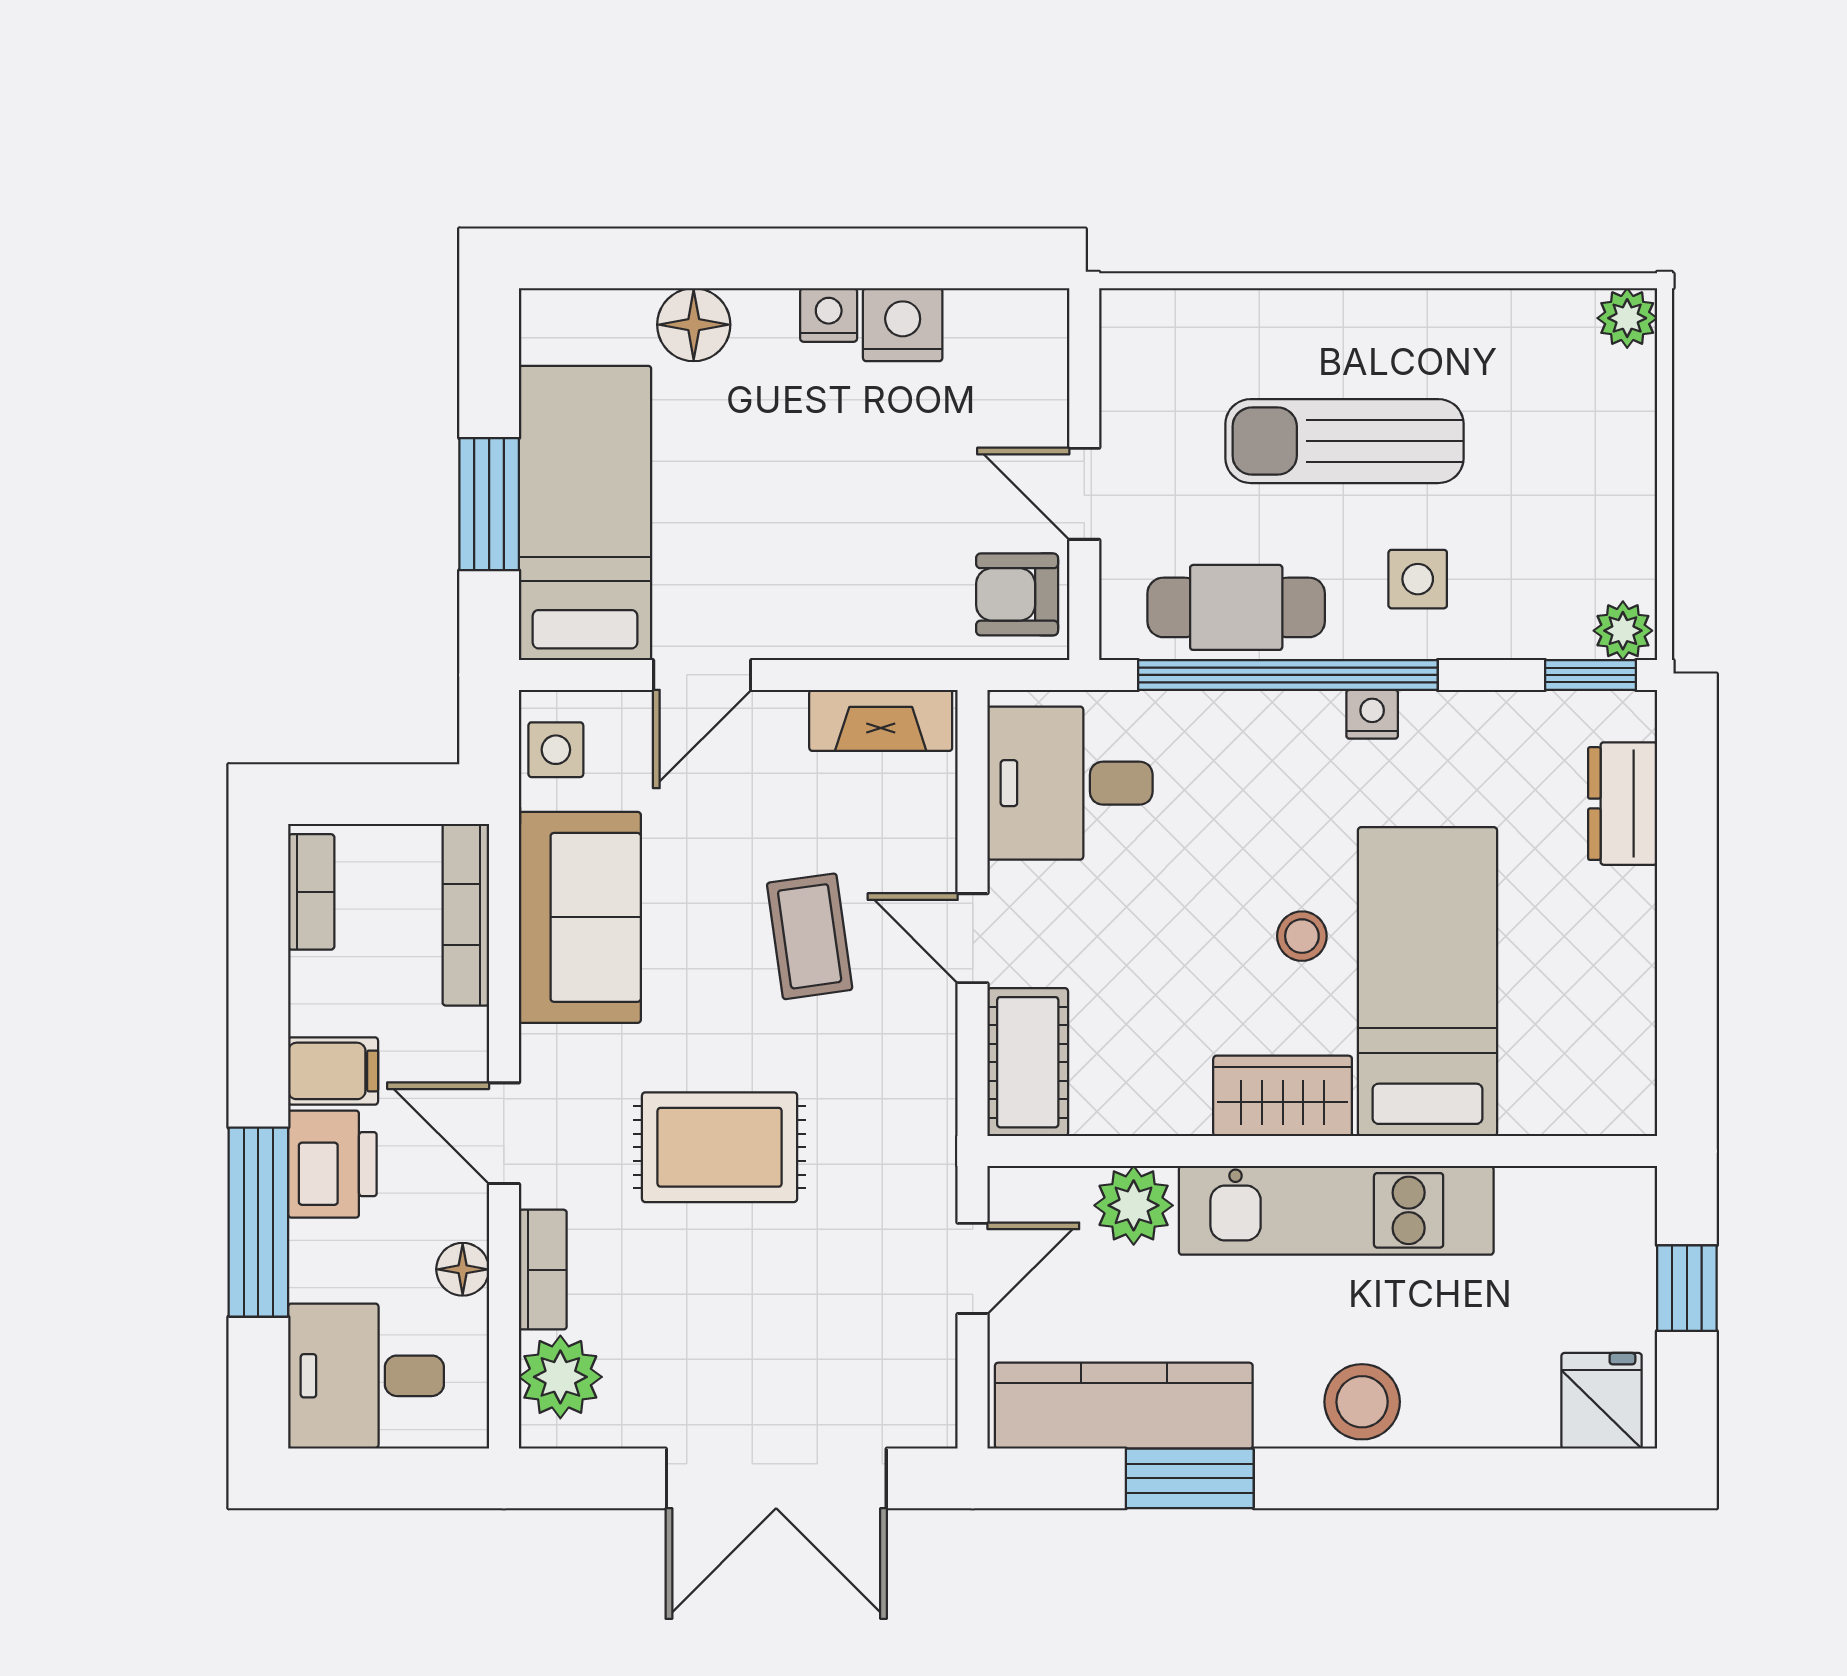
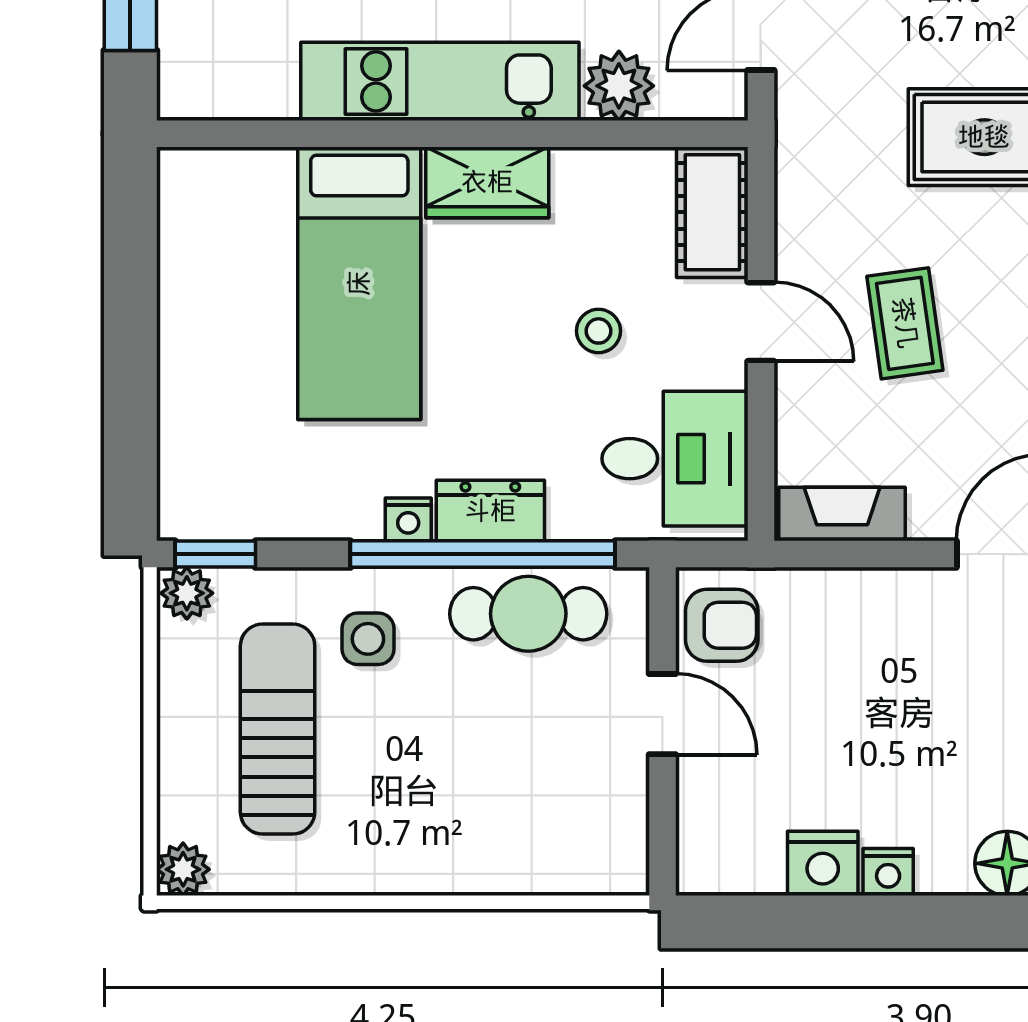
sun lounger: (1345, 441) -> (278, 729), moved, turned -90
dresser: (1623, 804) -> (490, 511), moved, turned -90
stool: (1302, 936) -> (598, 331), moved

